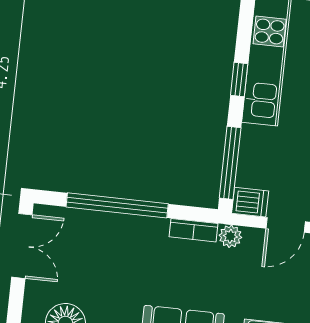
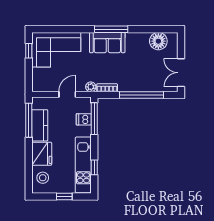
window: (239, 80) -> (94, 167), moved
dishwasher: (250, 202) -> (84, 119), moved

